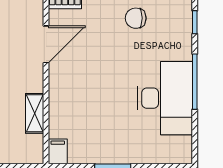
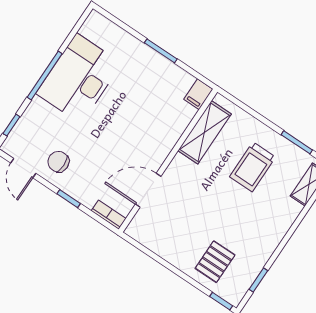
chair: (136, 18) -> (58, 162), turned 180
shelving: (35, 113) -> (204, 132), width x1.50, depth x1.33

